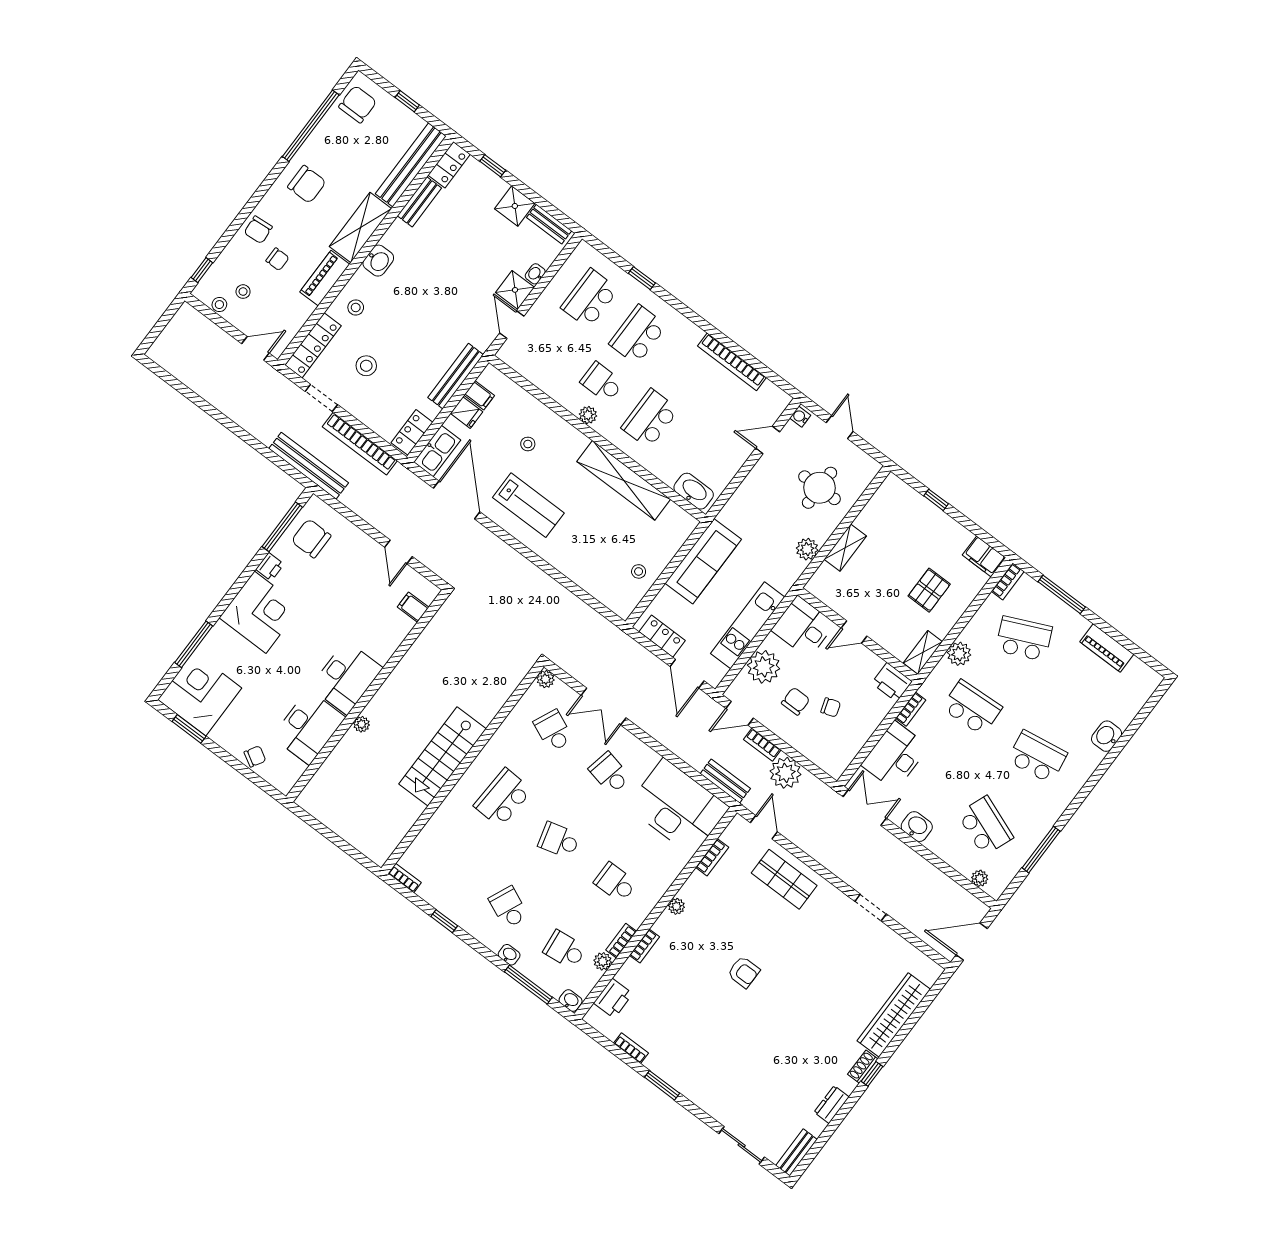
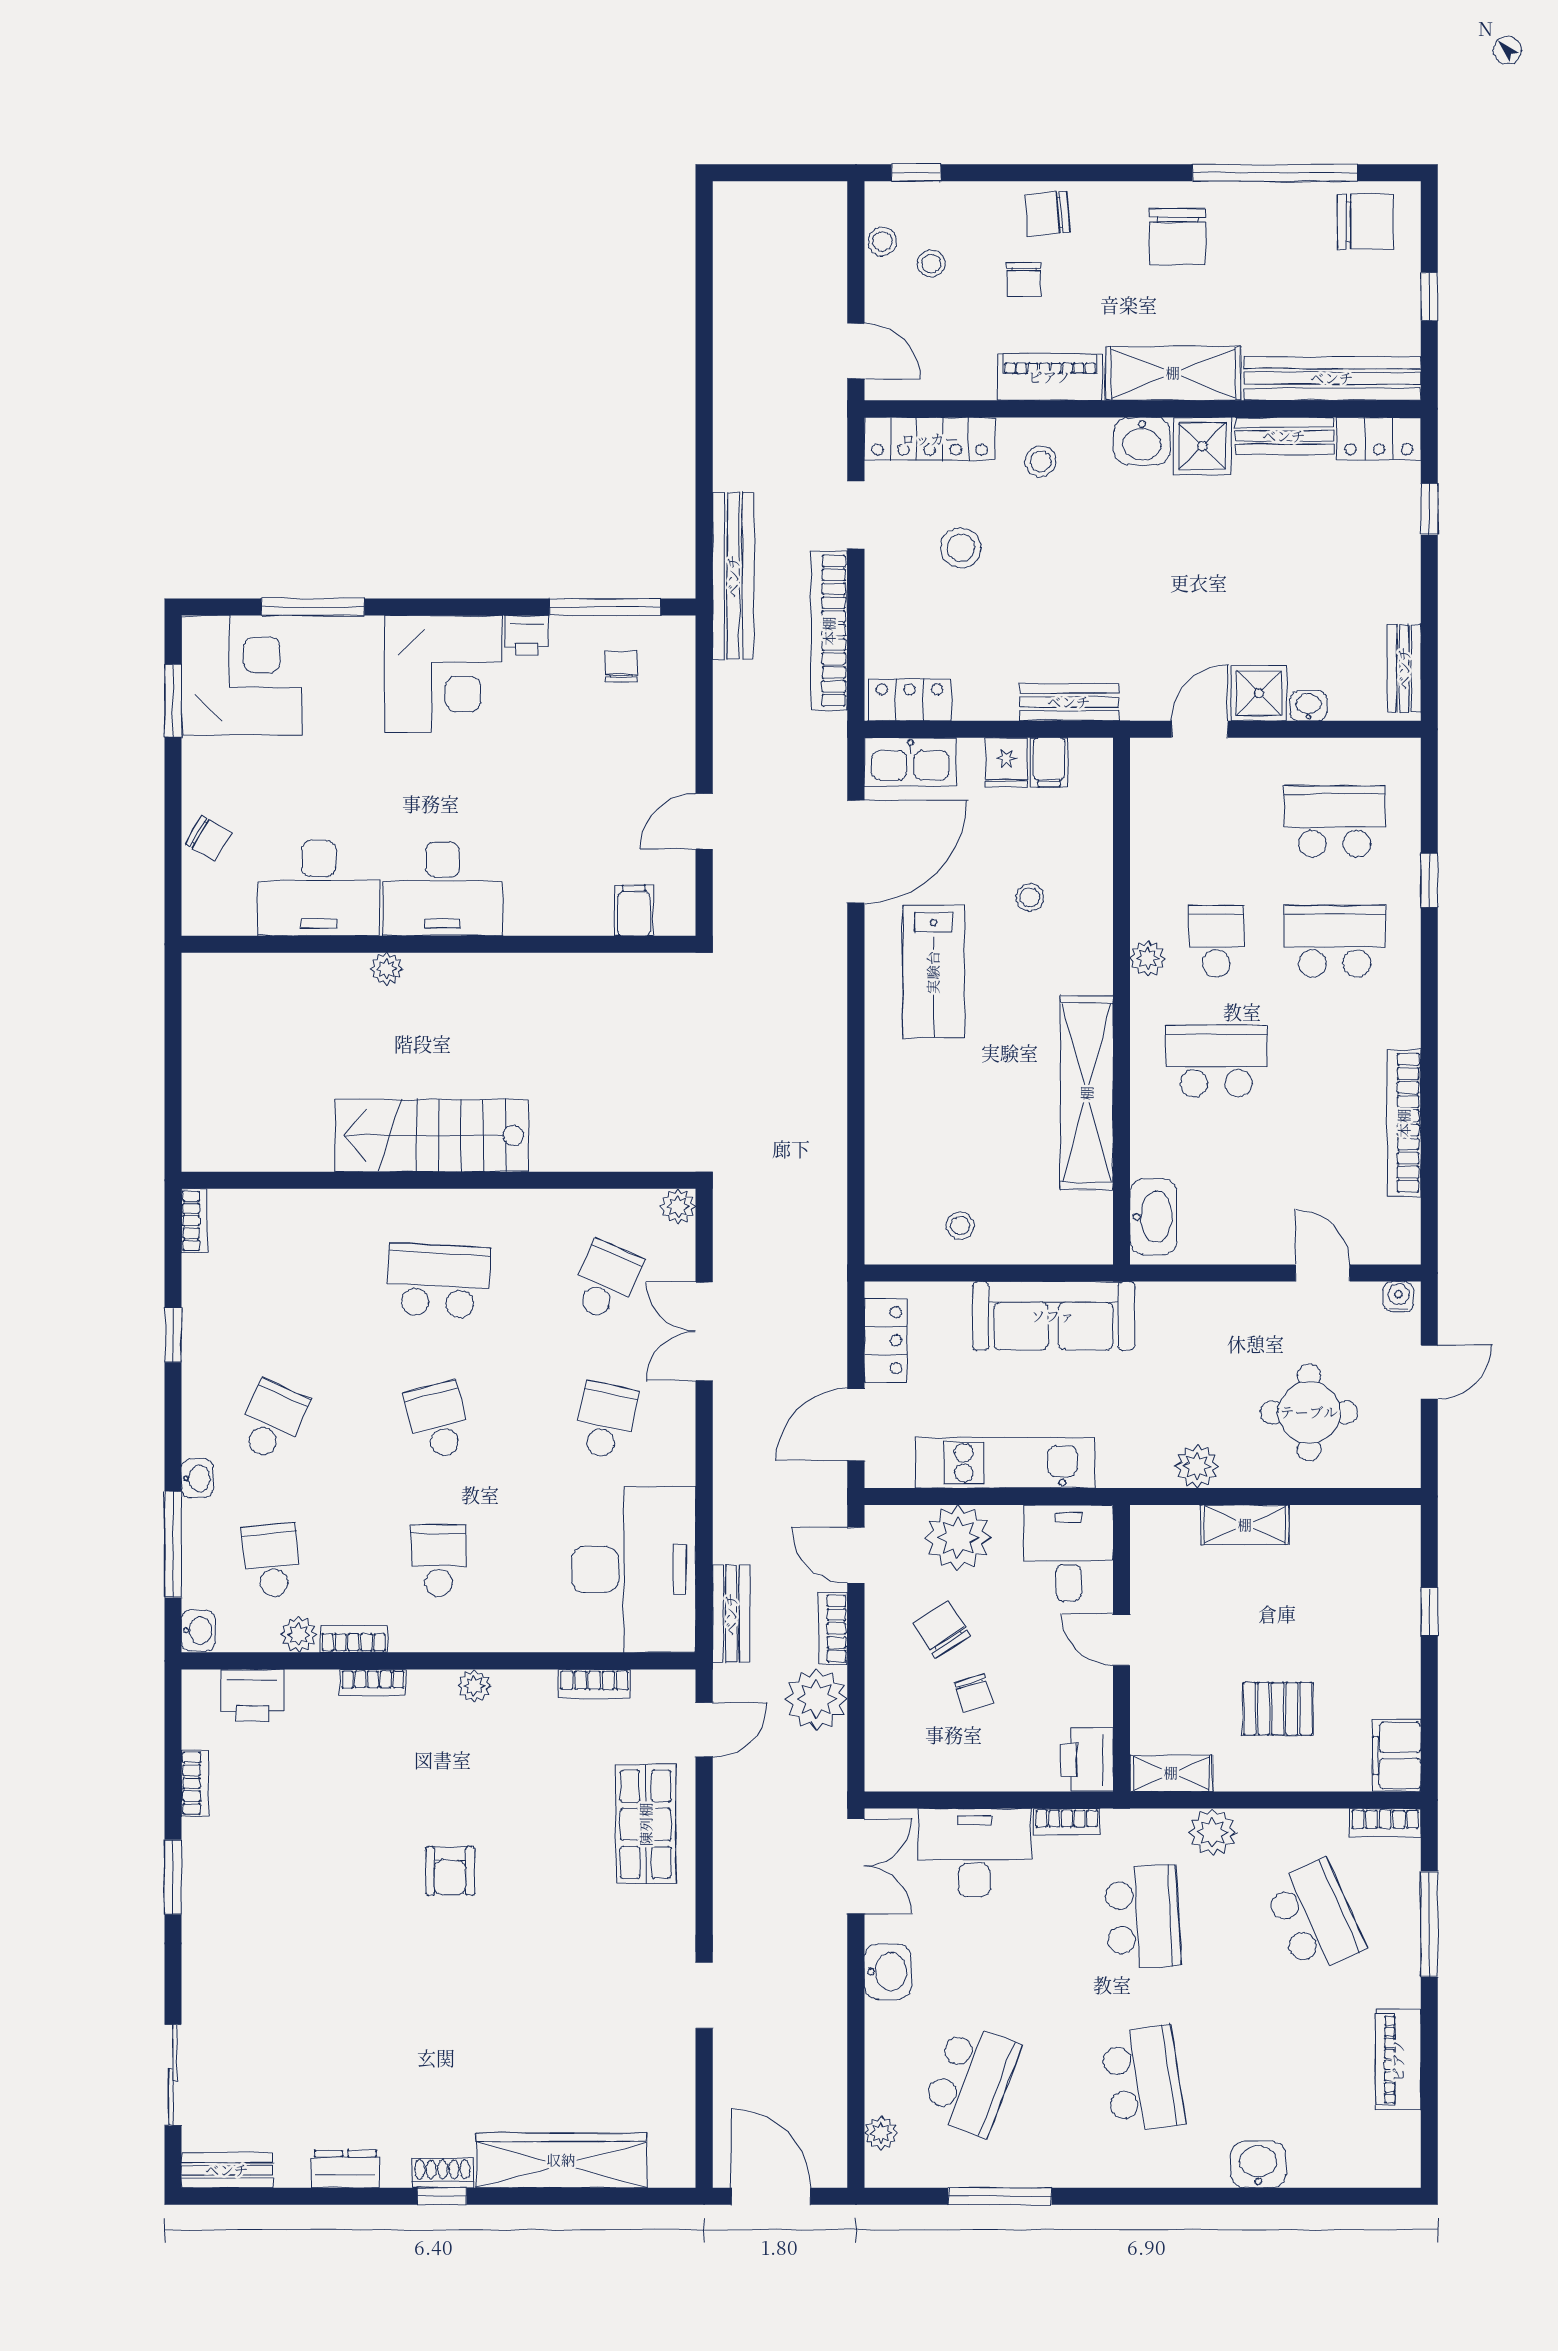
shower: (515, 206) -> (1202, 446), moved
bench: (456, 376) -> (1069, 702), width x0.73
chair: (311, 538) -> (621, 667), width x0.54, depth x0.54
chair: (796, 701) -> (942, 1630), turned -122

